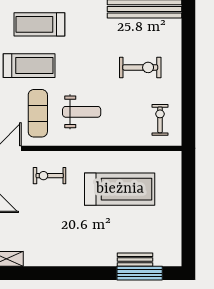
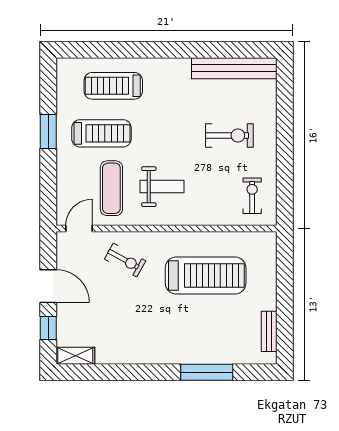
exercise bike: (50, 176) -> (125, 260), turned -151
bench: (135, 260) -> (269, 331), moved, turned 90
window: (140, 273) -> (207, 372), moved

